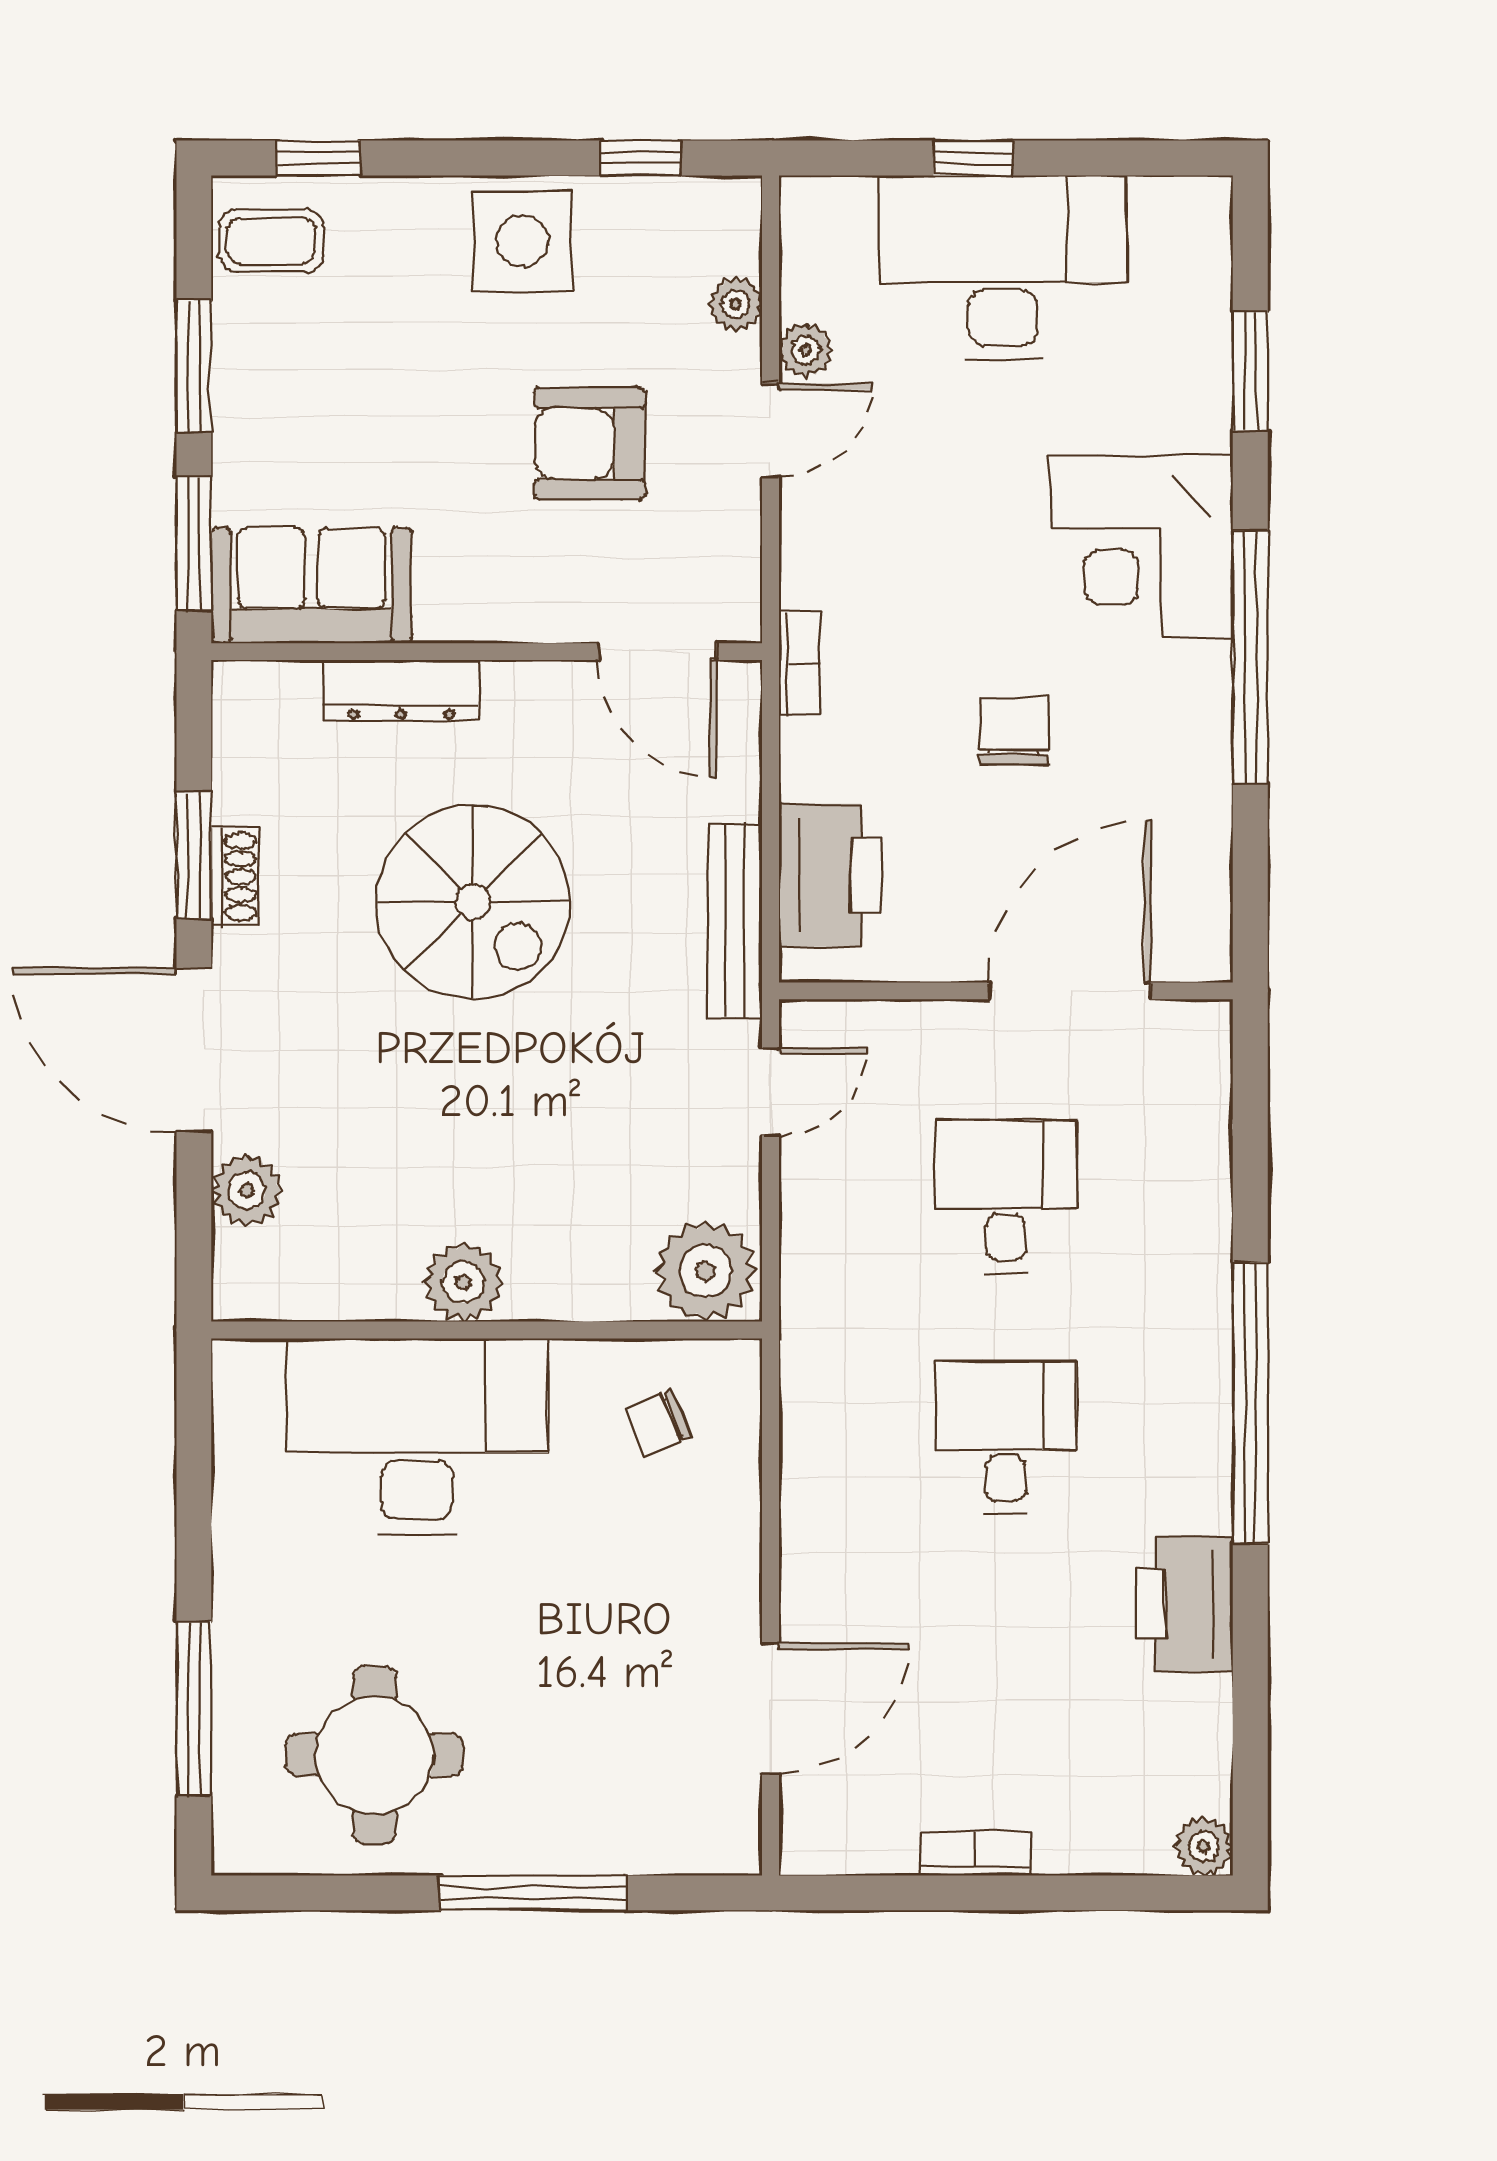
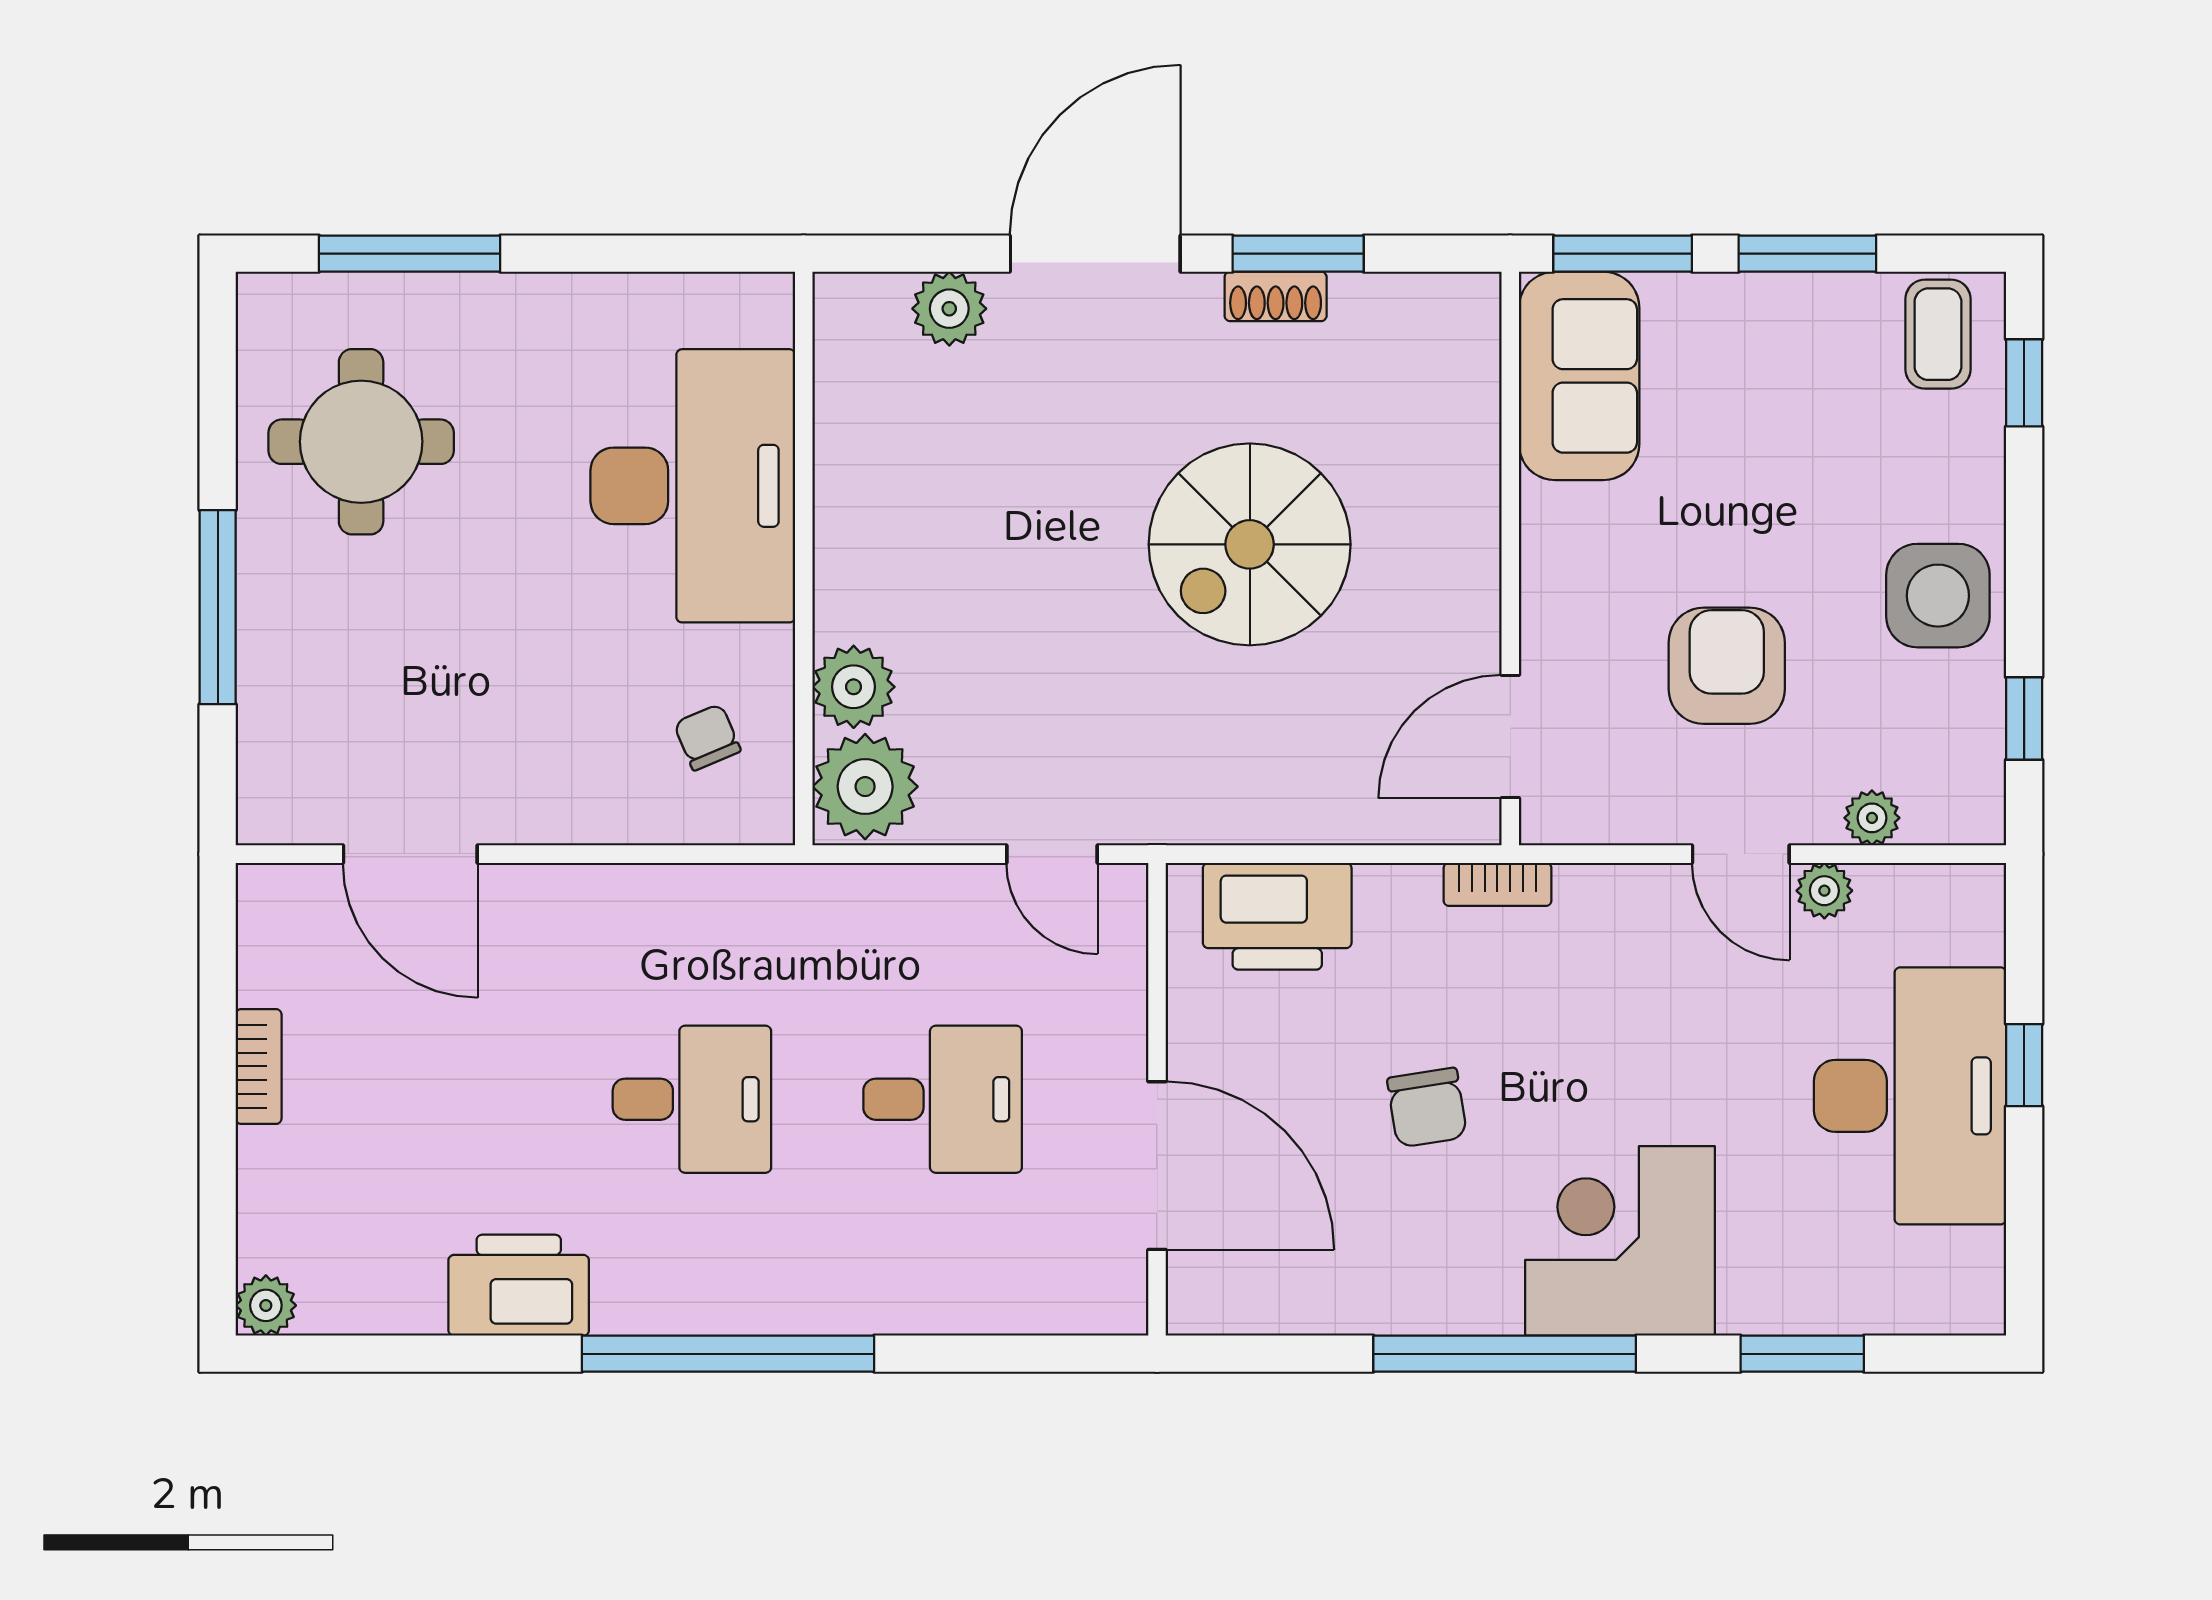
dresser: (401, 690) -> (1470, 469), removed
chair: (1014, 731) -> (1427, 1108), turned 81
bench: (735, 921) -> (1230, 817), removed
plant: (463, 1282) -> (854, 687), moved

